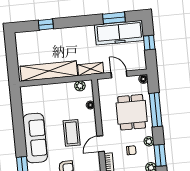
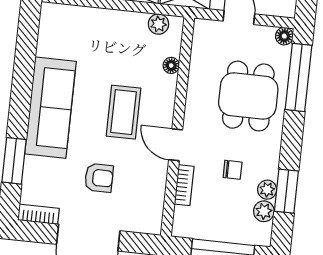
window: (156, 110) -> (299, 77), moved
plant: (149, 141) -> (267, 190), moved
door: (101, 144) -> (176, 145), hinge flipped

